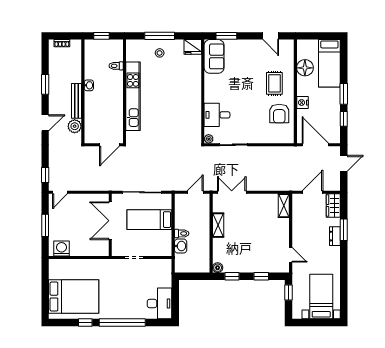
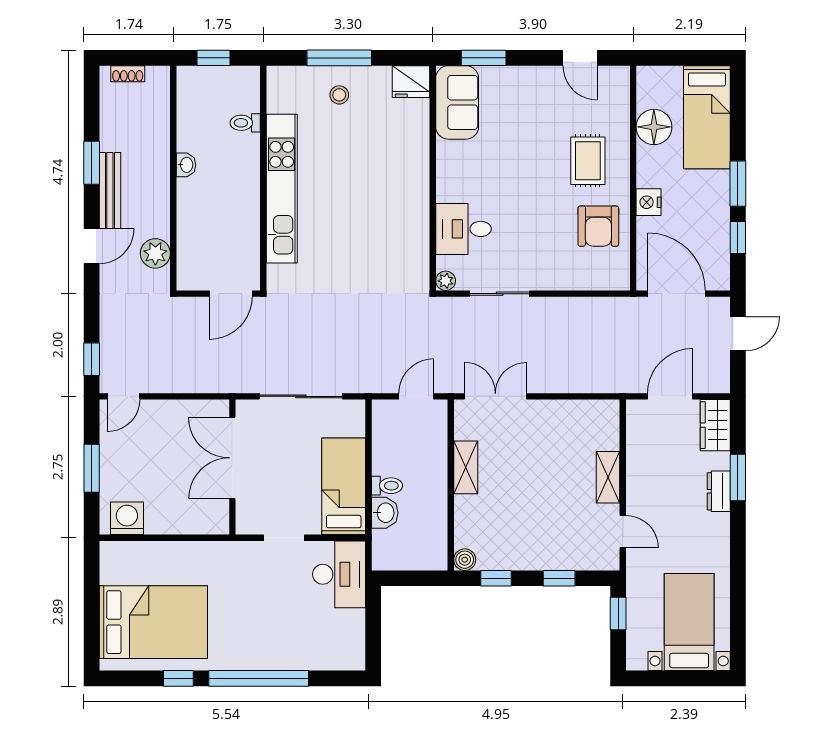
bench: (77, 101) -> (110, 190), moved
shelving: (284, 206) -> (608, 477), moved
bed: (149, 220) -> (344, 486), moved, turned 90
desk: (160, 303) -> (339, 574), moved

